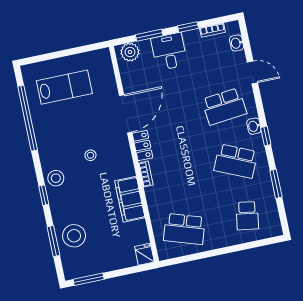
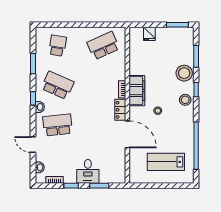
plant: (130, 52) -> (115, 177), removed
door: (126, 114) -> (127, 134), swing flipped
filing cabinet: (130, 199) -> (137, 91), moved
school desk: (184, 229) -> (103, 46), turned -42
stool: (74, 236) -> (184, 73), moved
fridge: (144, 254) -> (149, 34), moved

